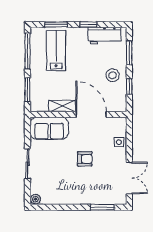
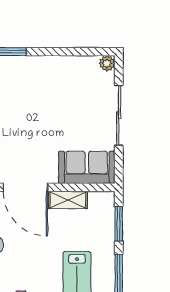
armchair: (85, 159) -> (35, 122), removed
sliding door: (27, 164) -> (119, 115), width x1.37

